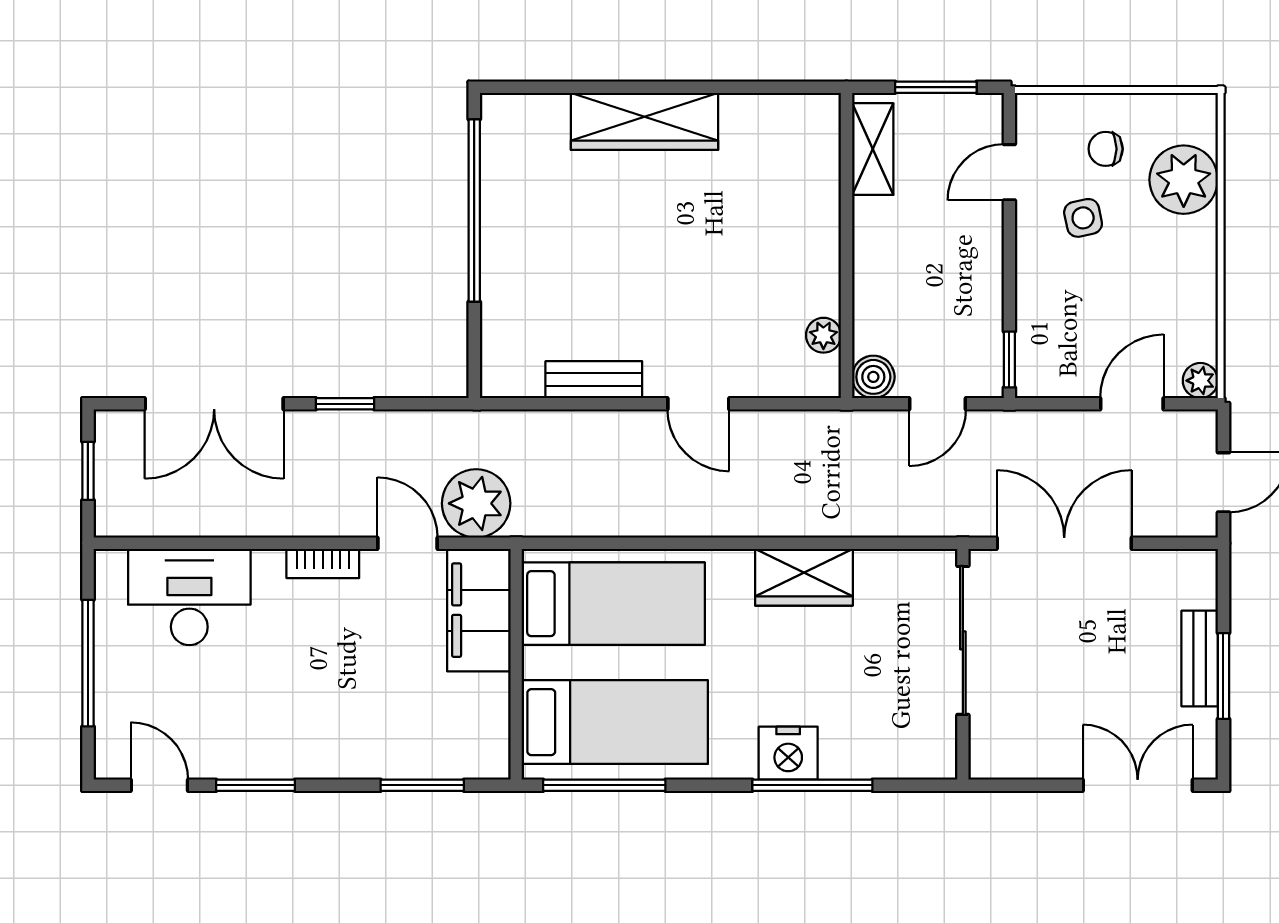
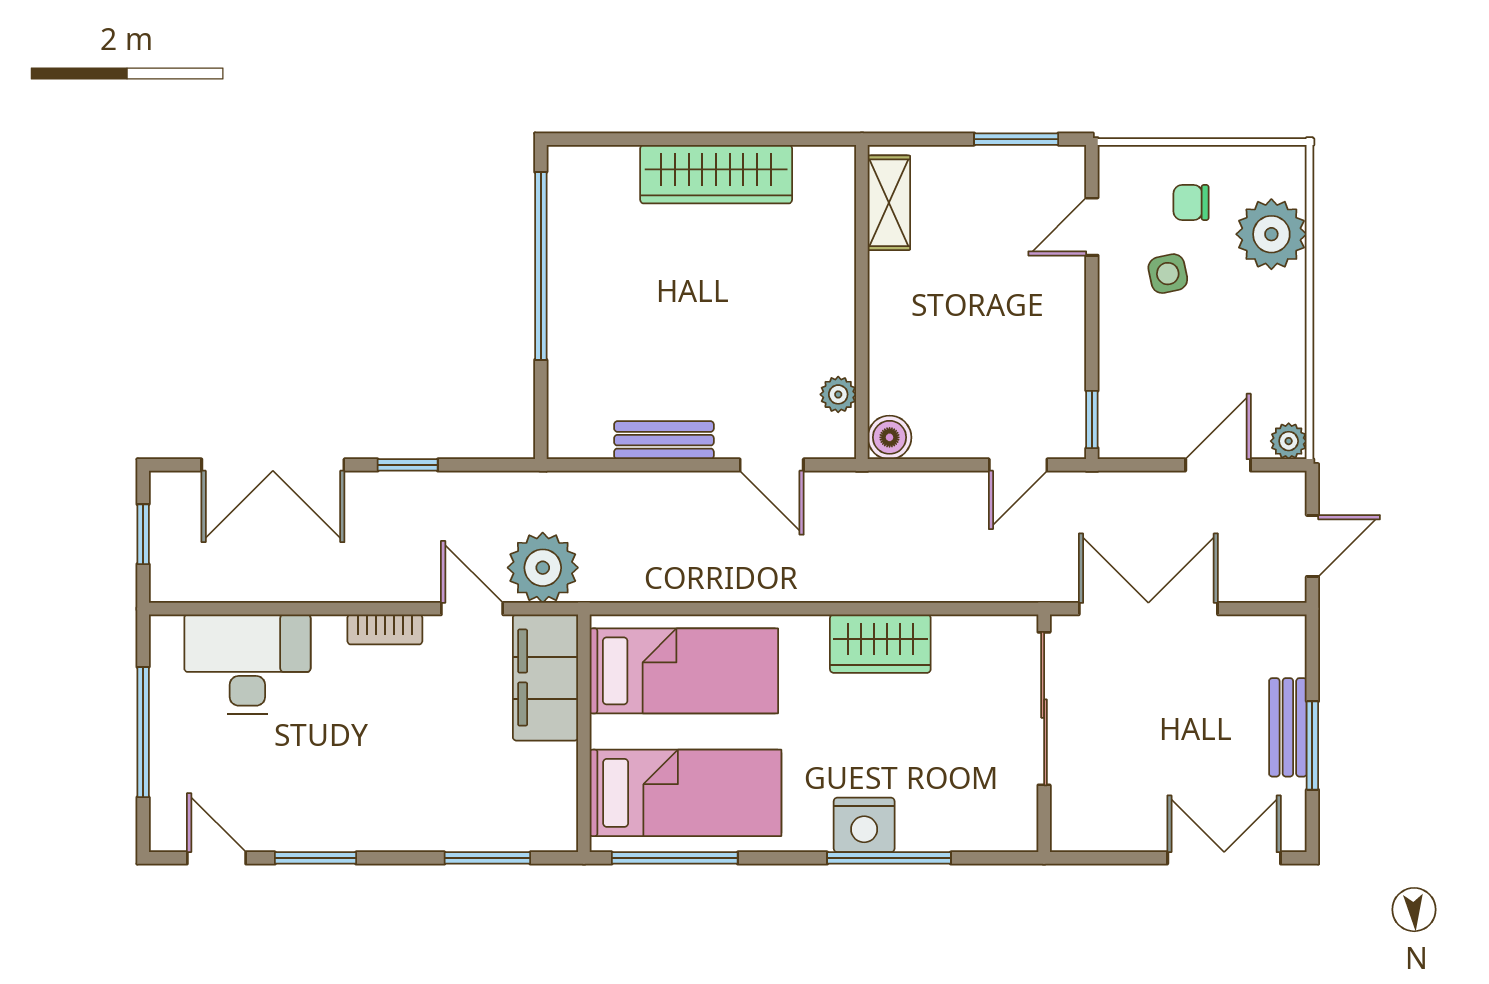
shelving: (873, 149) -> (889, 203), moved
wall: (847, 245) -> (862, 302), moved
plant: (823, 335) -> (838, 394), moved
boiler: (873, 377) -> (890, 437), moved

